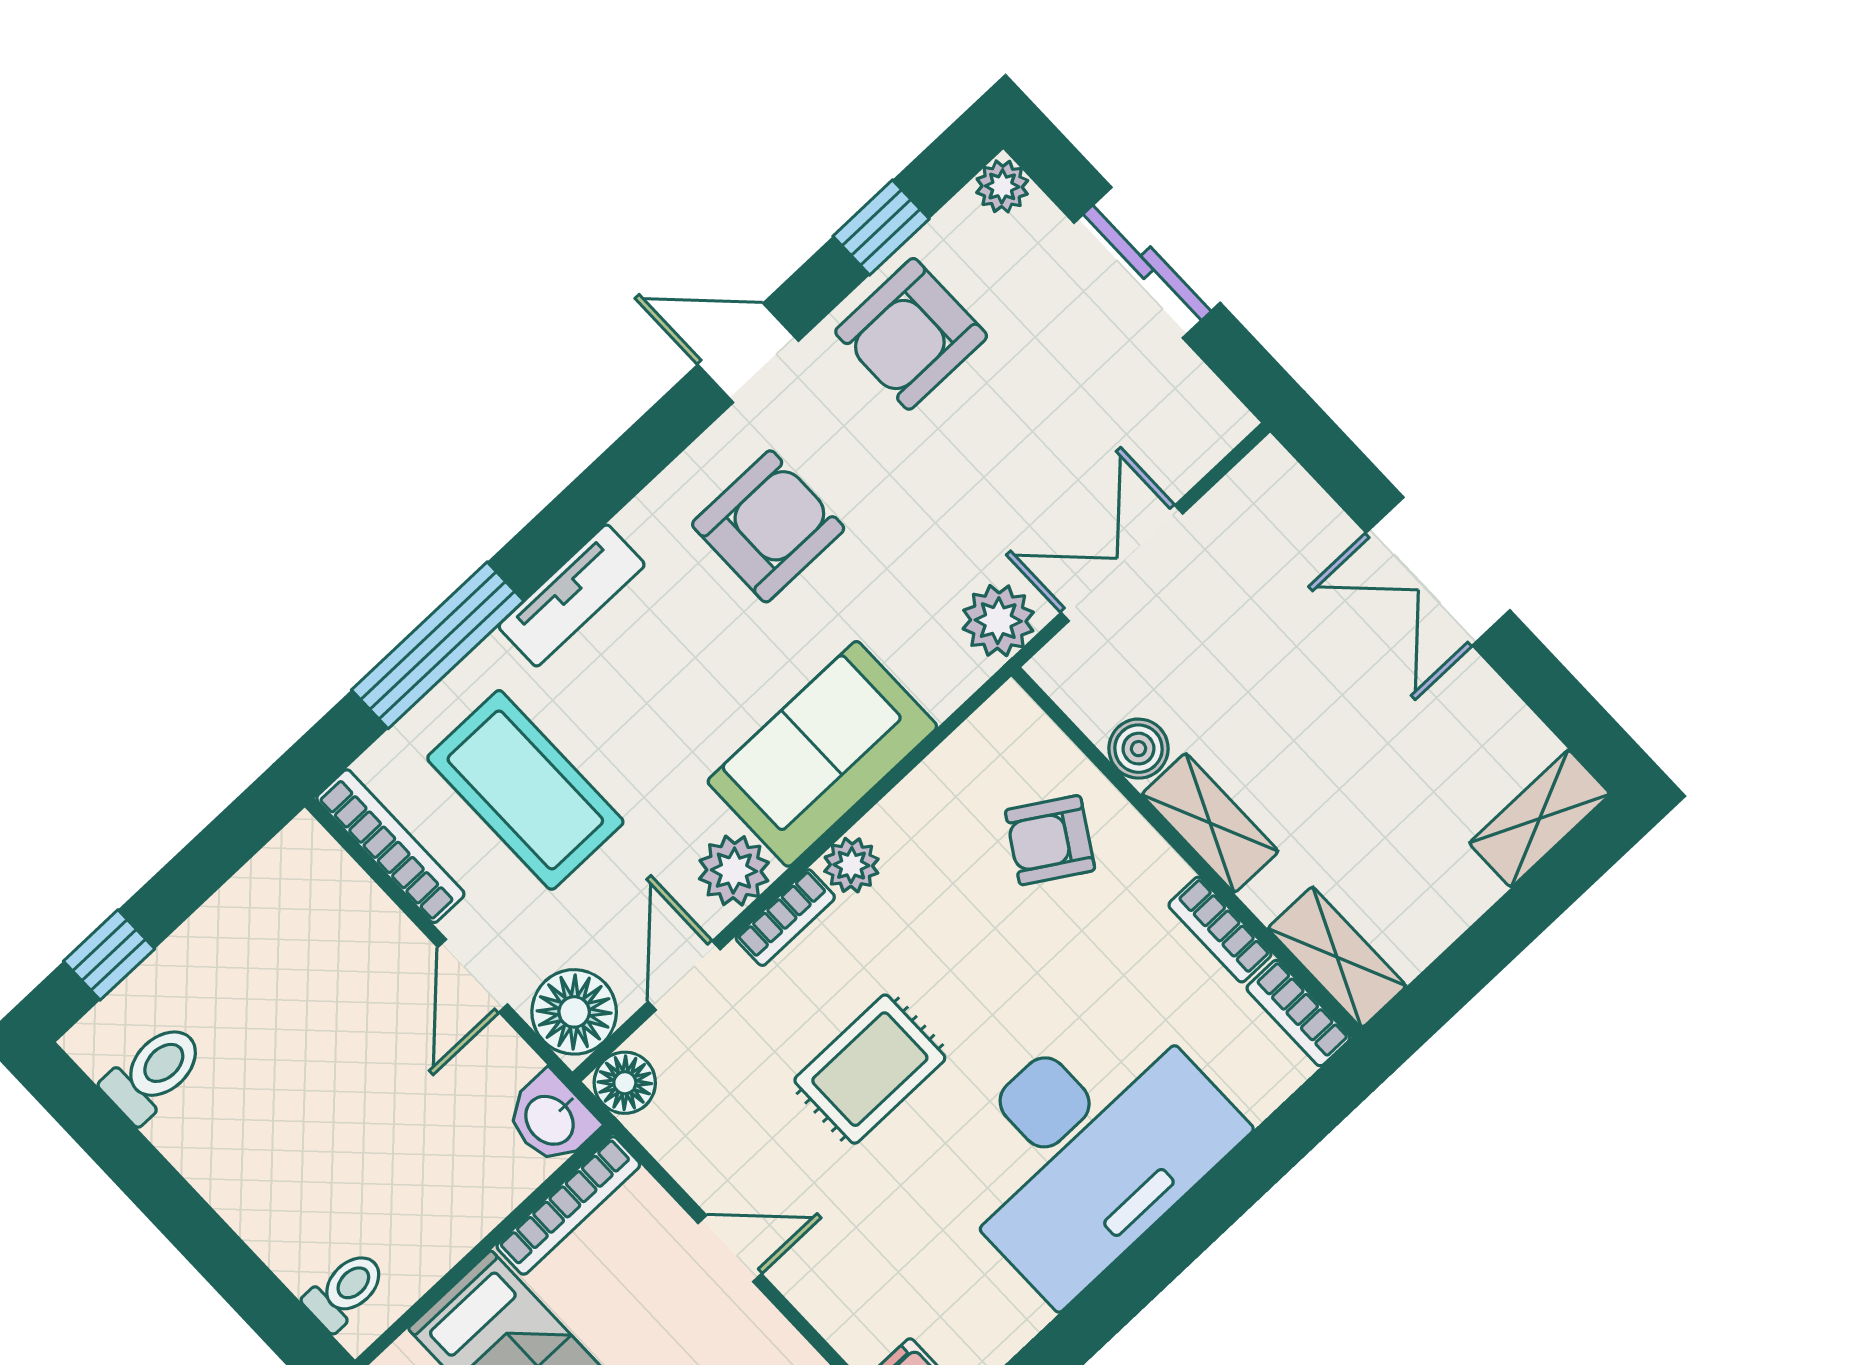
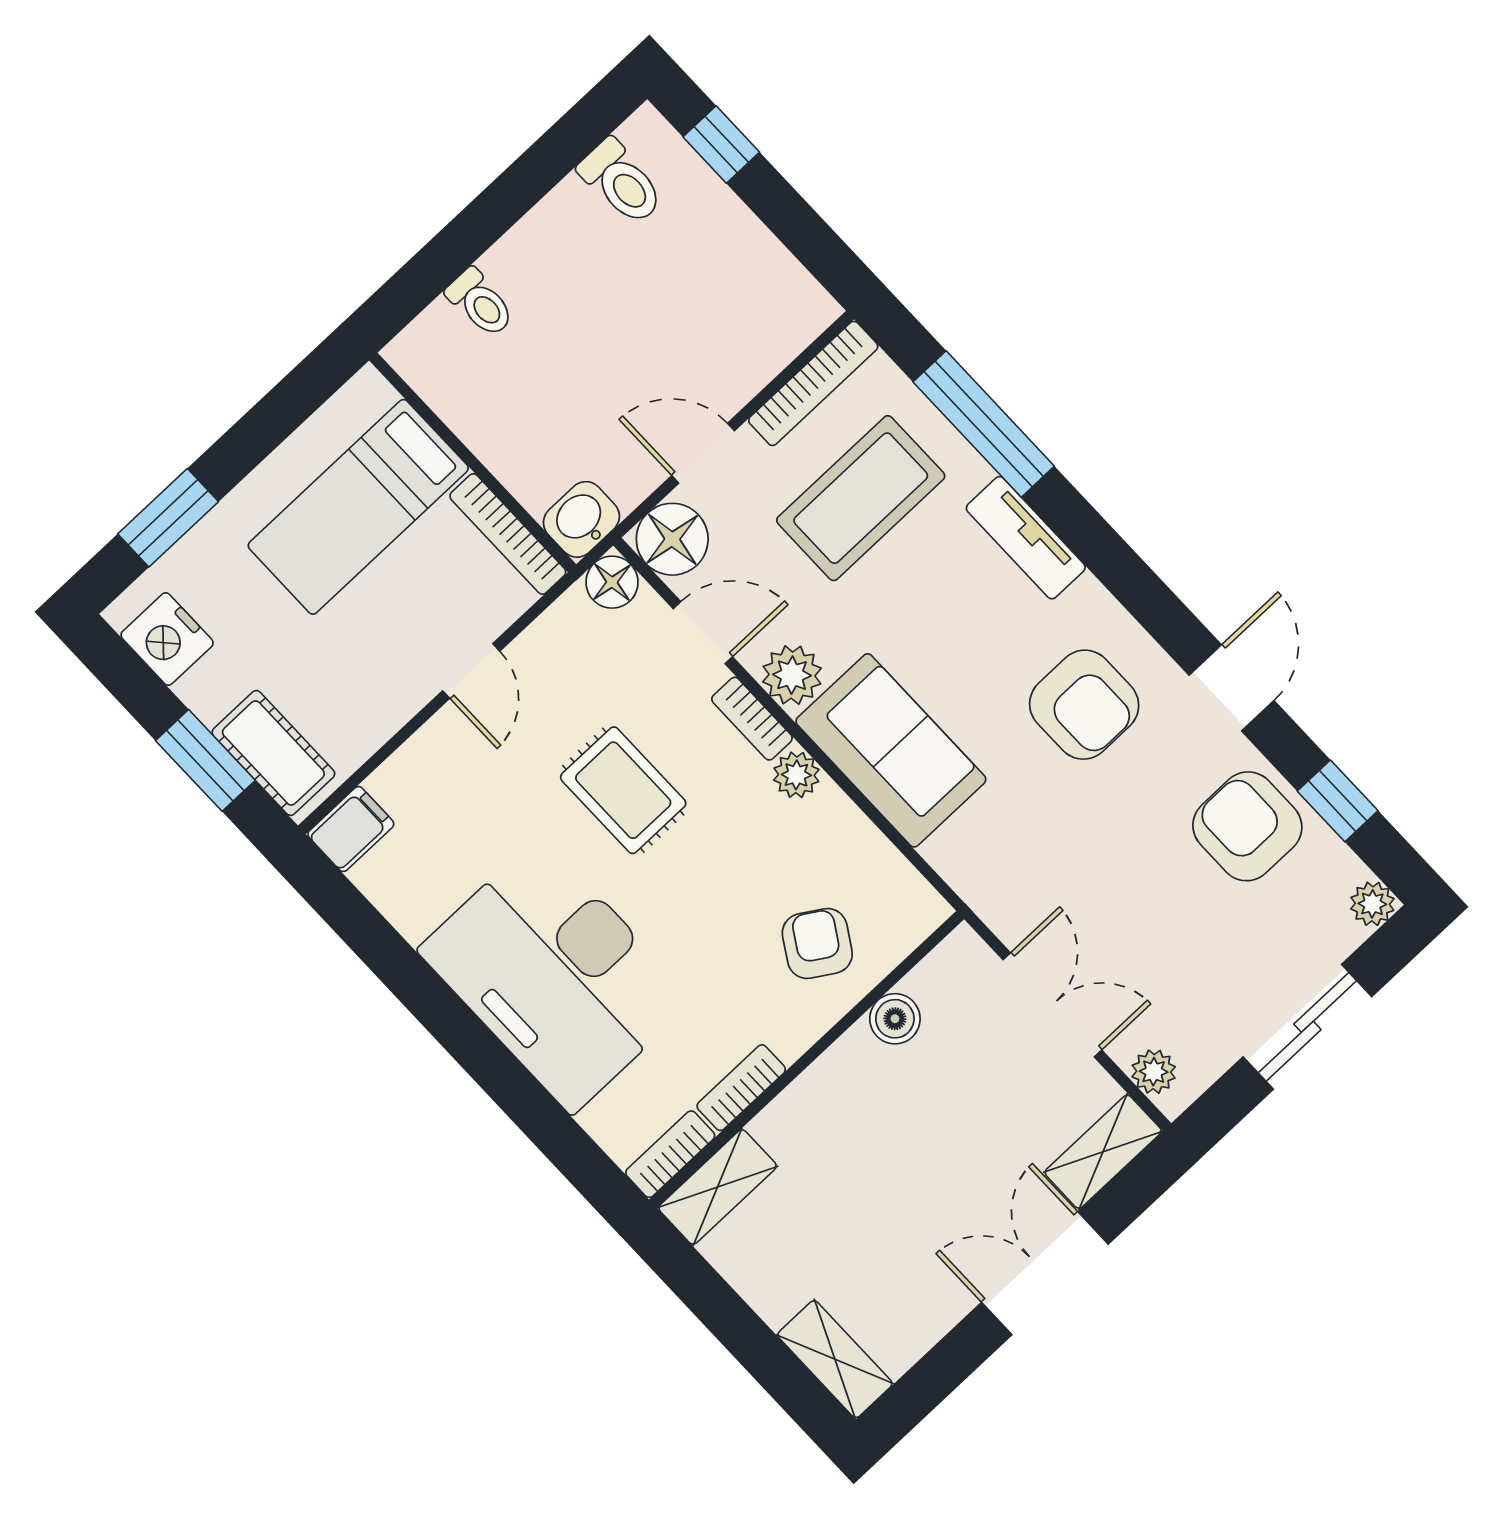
plant: (998, 621) -> (1154, 1072), moved, width x0.73, depth x0.73
shelving: (1210, 823) -> (1103, 1152), moved
toilet: (345, 1291) -> (480, 303), moved

